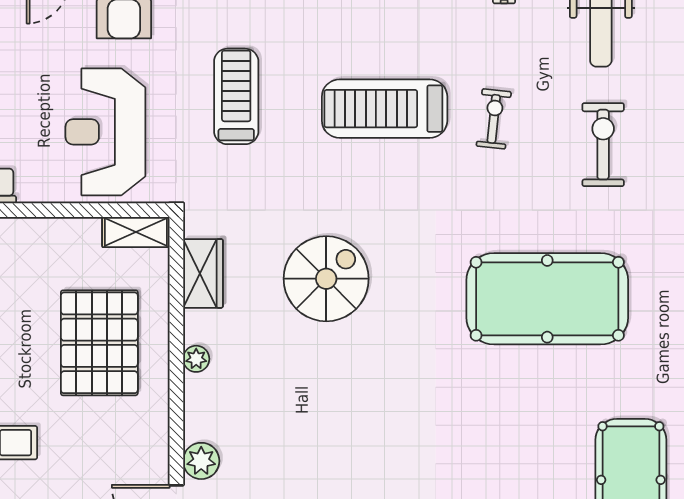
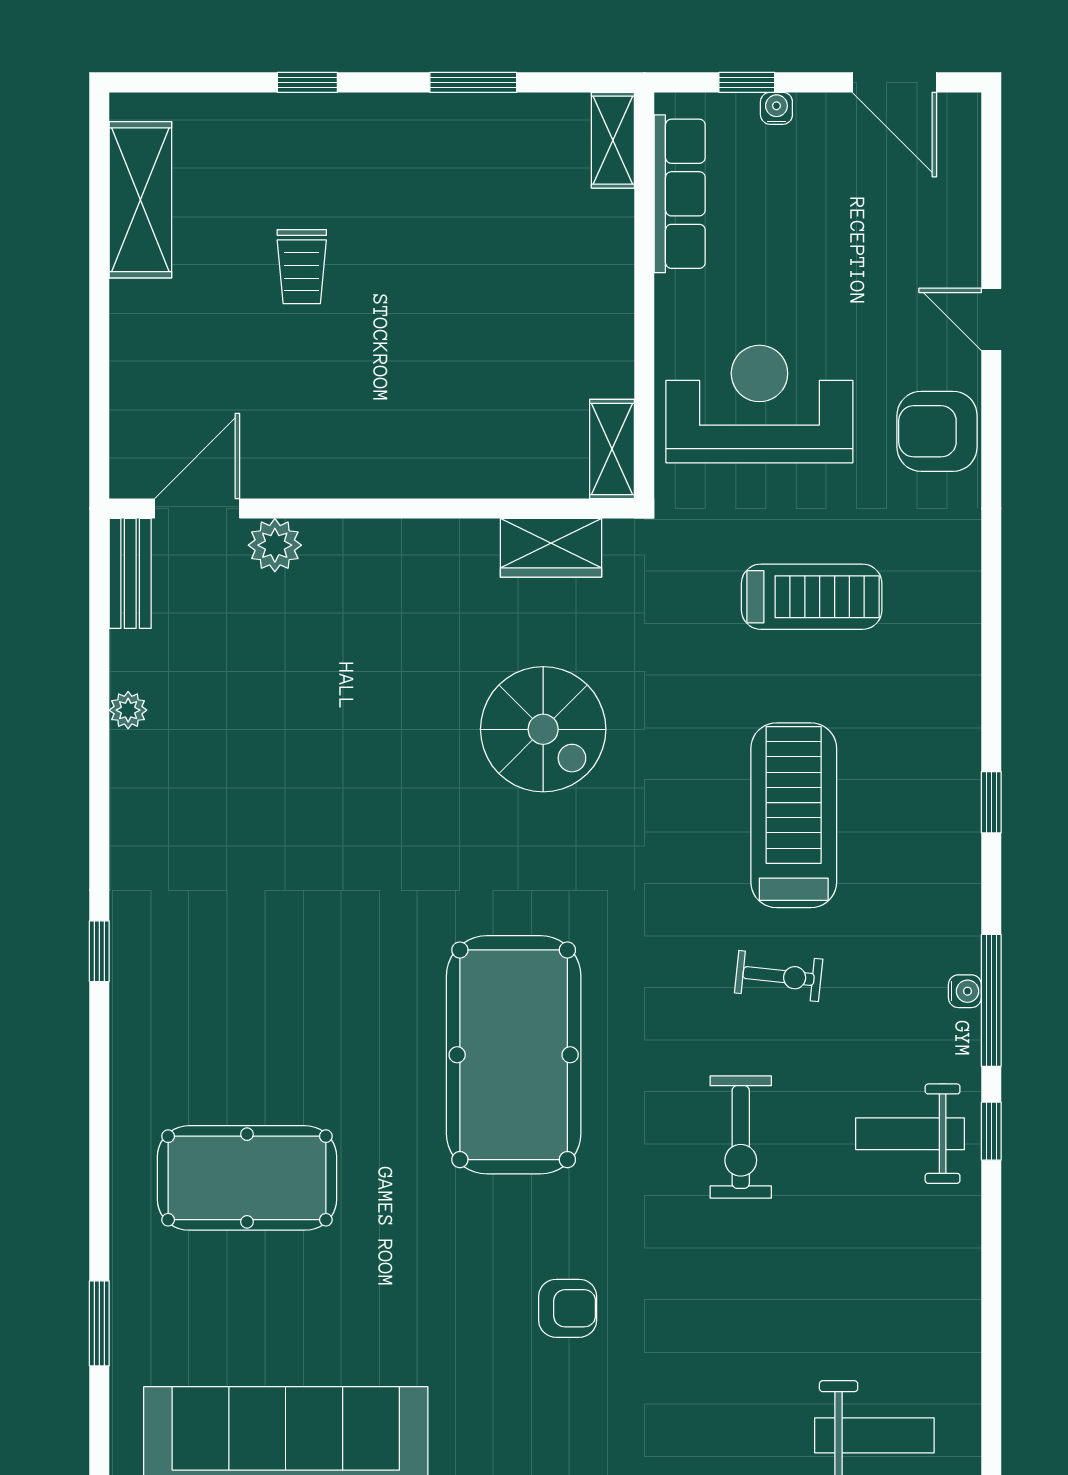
exercise bike: (603, 145) -> (741, 1137), turned 90
pallet: (99, 343) -> (449, 395), removed
plant: (196, 359) -> (425, 538), removed

